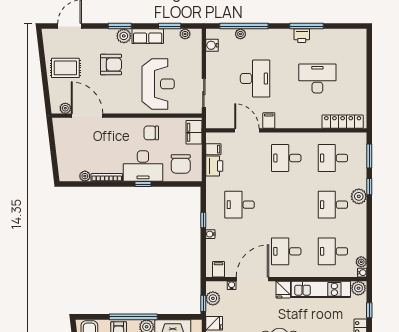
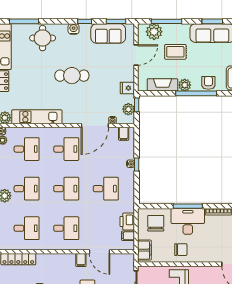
window: (143, 184) -> (188, 206), width x2.17
desk: (286, 205) -> (66, 189), added
window: (203, 220) -> (137, 164), moved
fridge: (283, 290) -> (69, 117), removed

